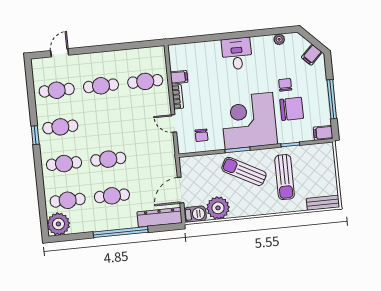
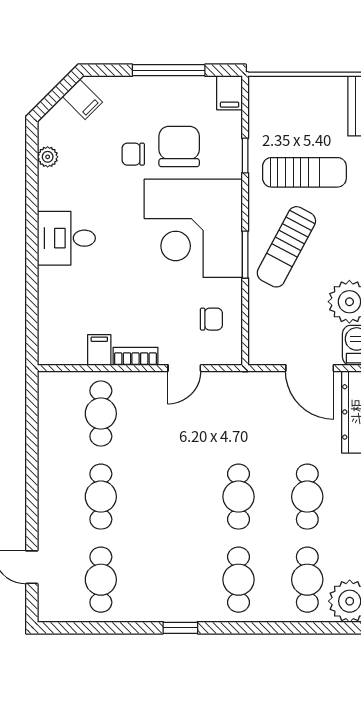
cafe table: (60, 127) -> (170, 580), removed

